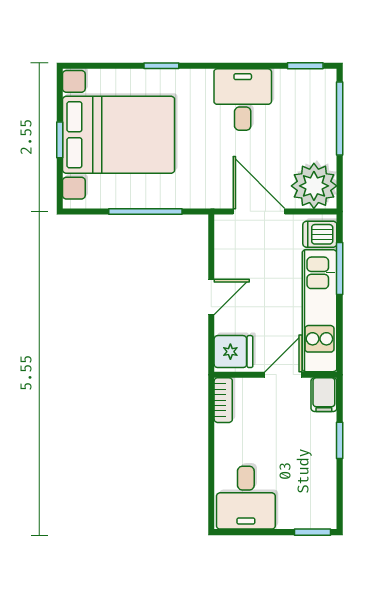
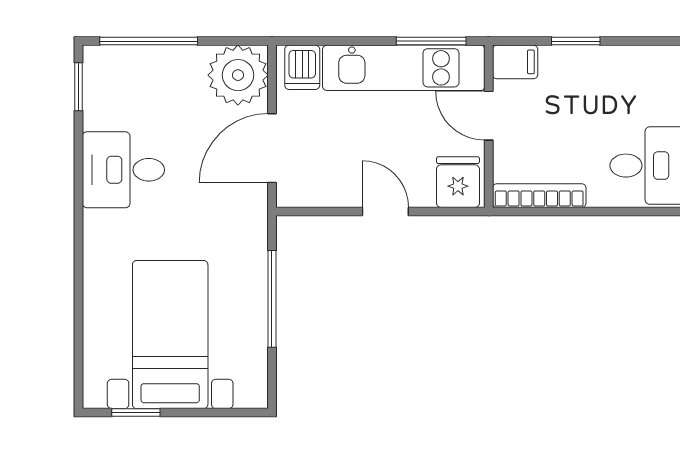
window: (161, 66) -> (78, 278), removed
bed with nightstands: (119, 135) -> (170, 335), width x0.73
window: (60, 140) -> (136, 413), moved
window: (340, 269) -> (431, 41), moved
bookcase: (223, 400) -> (539, 196), width x1.56

